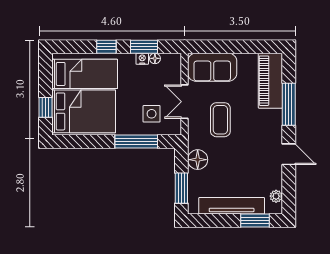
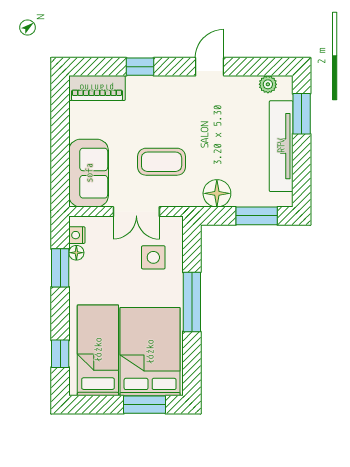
window: (106, 47) -> (60, 354), moved
nightstand: (142, 59) -> (77, 235), moved
piano: (270, 81) -> (97, 88), width x0.73, depth x0.75
window: (289, 104) -> (140, 67), width x0.46
window: (46, 107) -> (145, 405), width x1.50
window: (136, 141) -> (192, 302), moved

